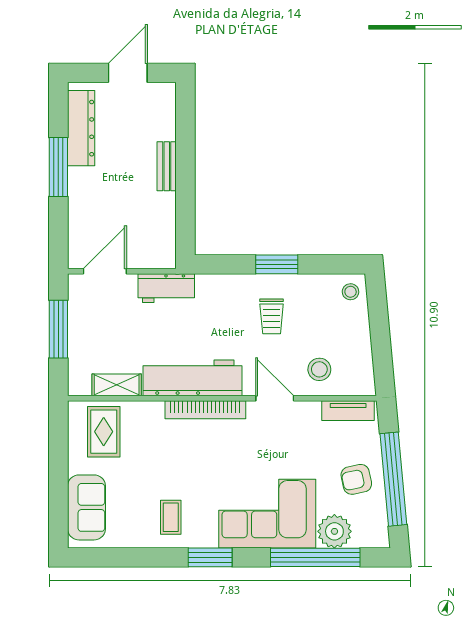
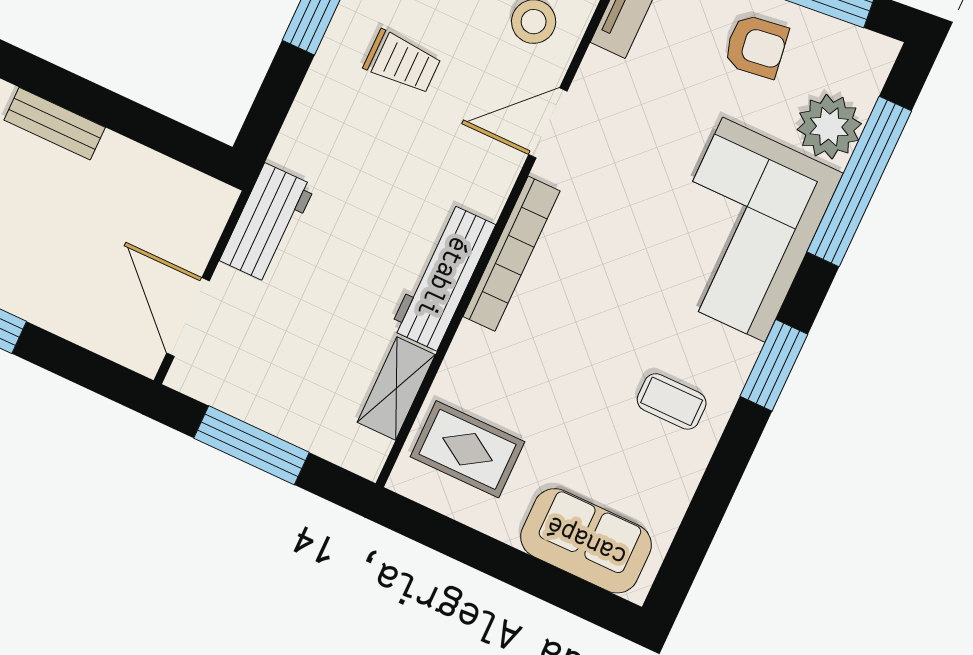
workbench: (192, 378) -> (443, 277), width x0.73, depth x0.76
armchair: (356, 479) -> (756, 46), turned -86

